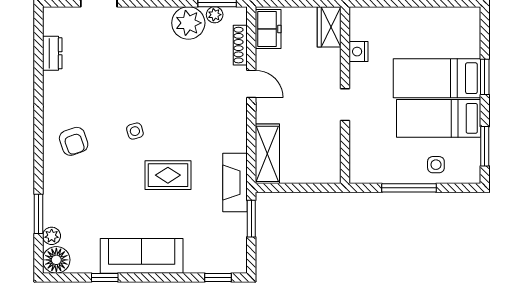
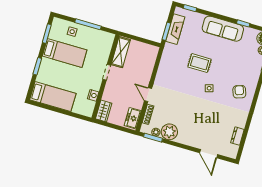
bed: (437, 78) -> (53, 97), moved
shelving: (267, 154) -> (121, 52), moved
fireplace: (235, 183) -> (175, 29), moved

